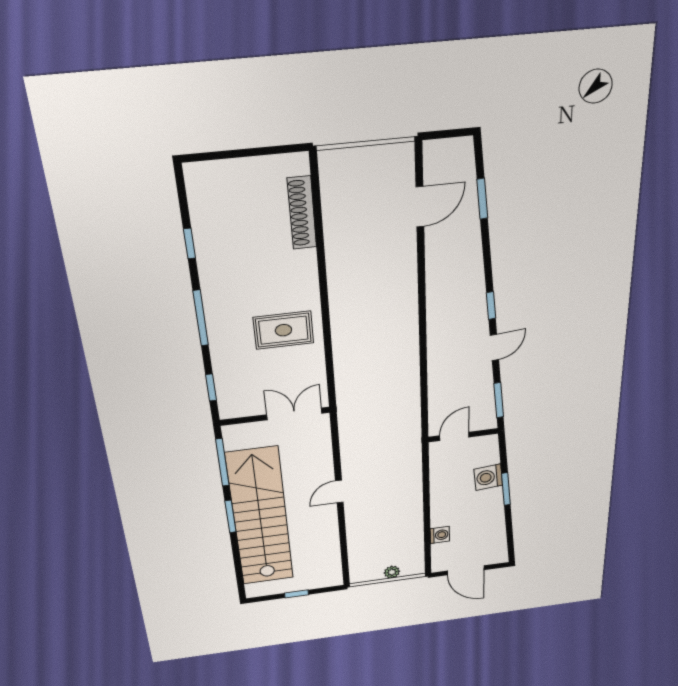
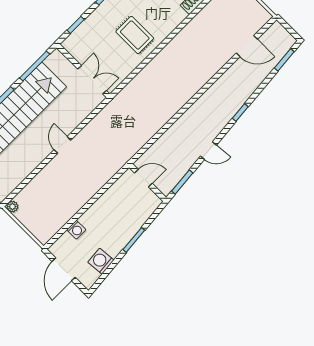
window: (482, 199) -> (284, 60), moved
window: (491, 306) -> (240, 112), moved
washing machine: (488, 477) -> (101, 261), moved
door: (339, 492) -> (62, 145), hinge flipped
plant: (392, 572) -> (12, 207), moved

